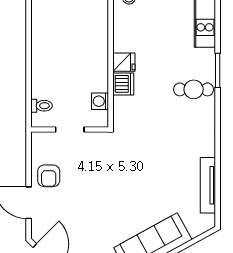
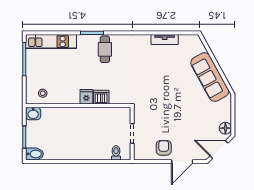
washing machine: (100, 101) -> (113, 113), removed
armchair: (49, 176) -> (164, 148), turned -90
tv unit: (208, 185) -> (165, 40), width x0.71

